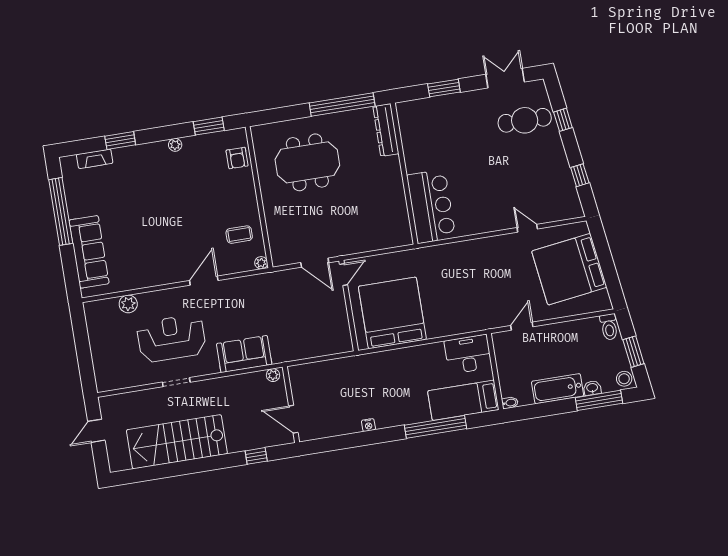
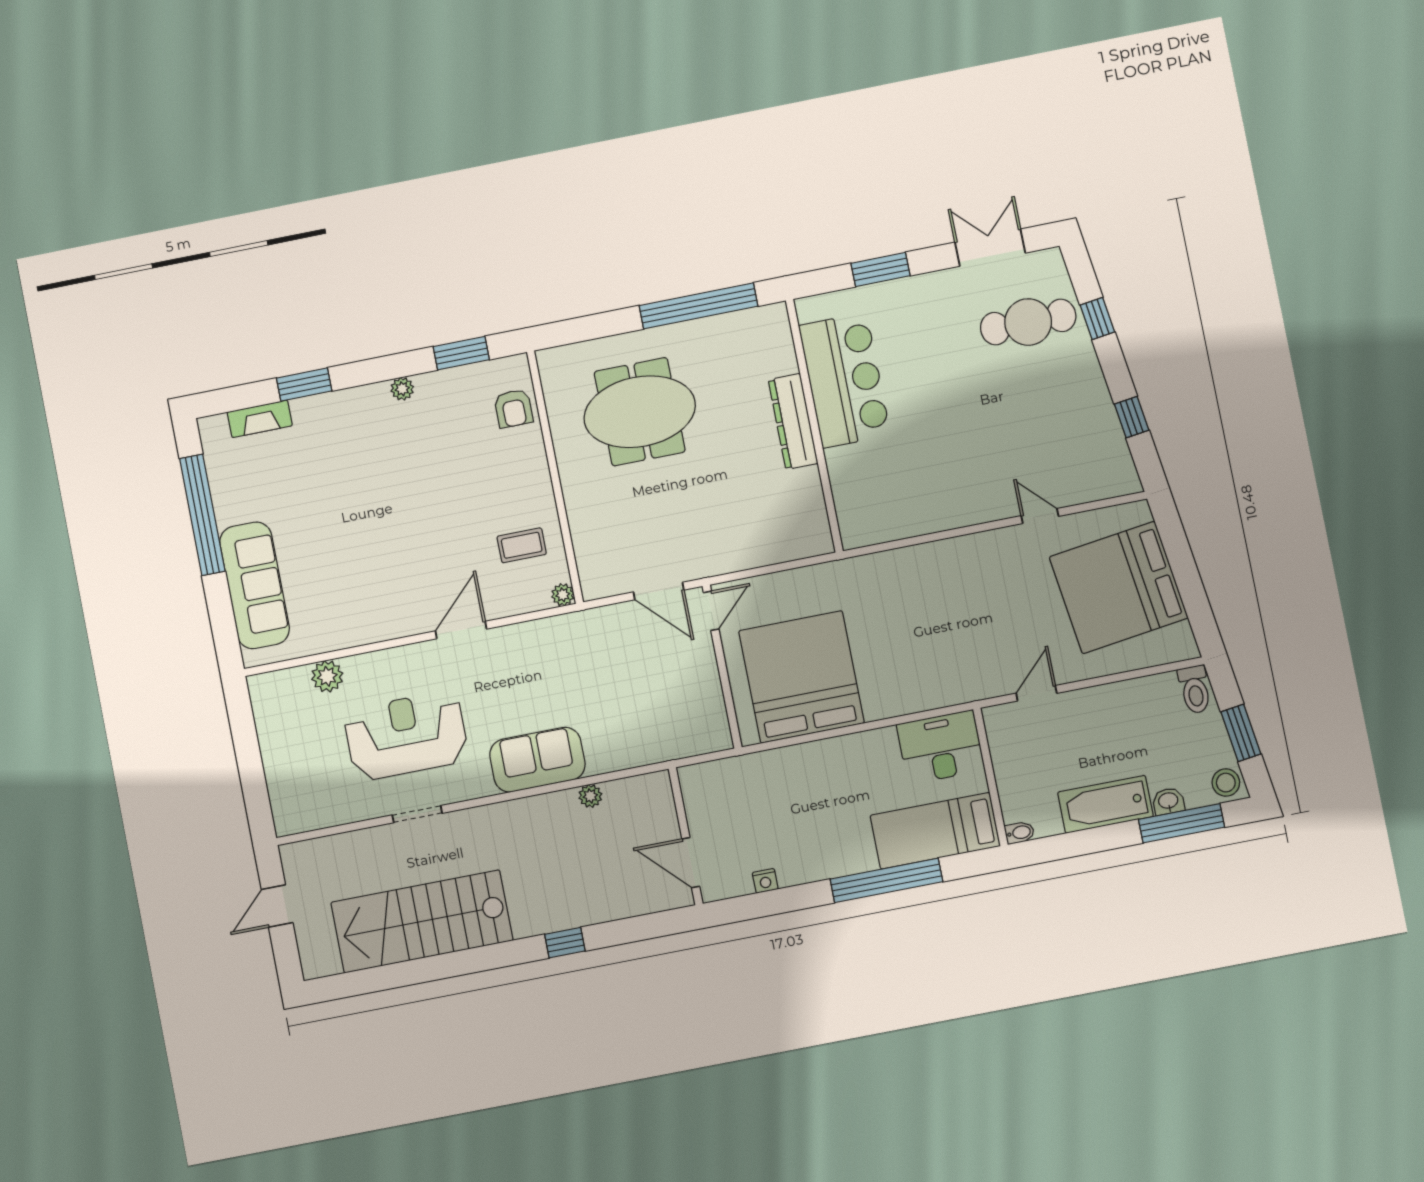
dresser: (386, 130) -> (793, 422), moved
bar counter: (431, 206) -> (845, 380), moved
wall: (291, 405) -> (686, 836), moved
door: (293, 419) -> (691, 863), moved

